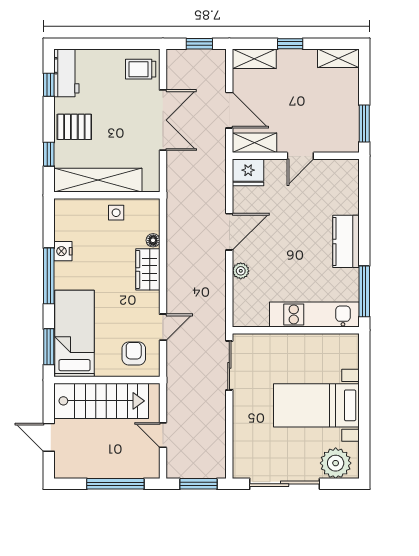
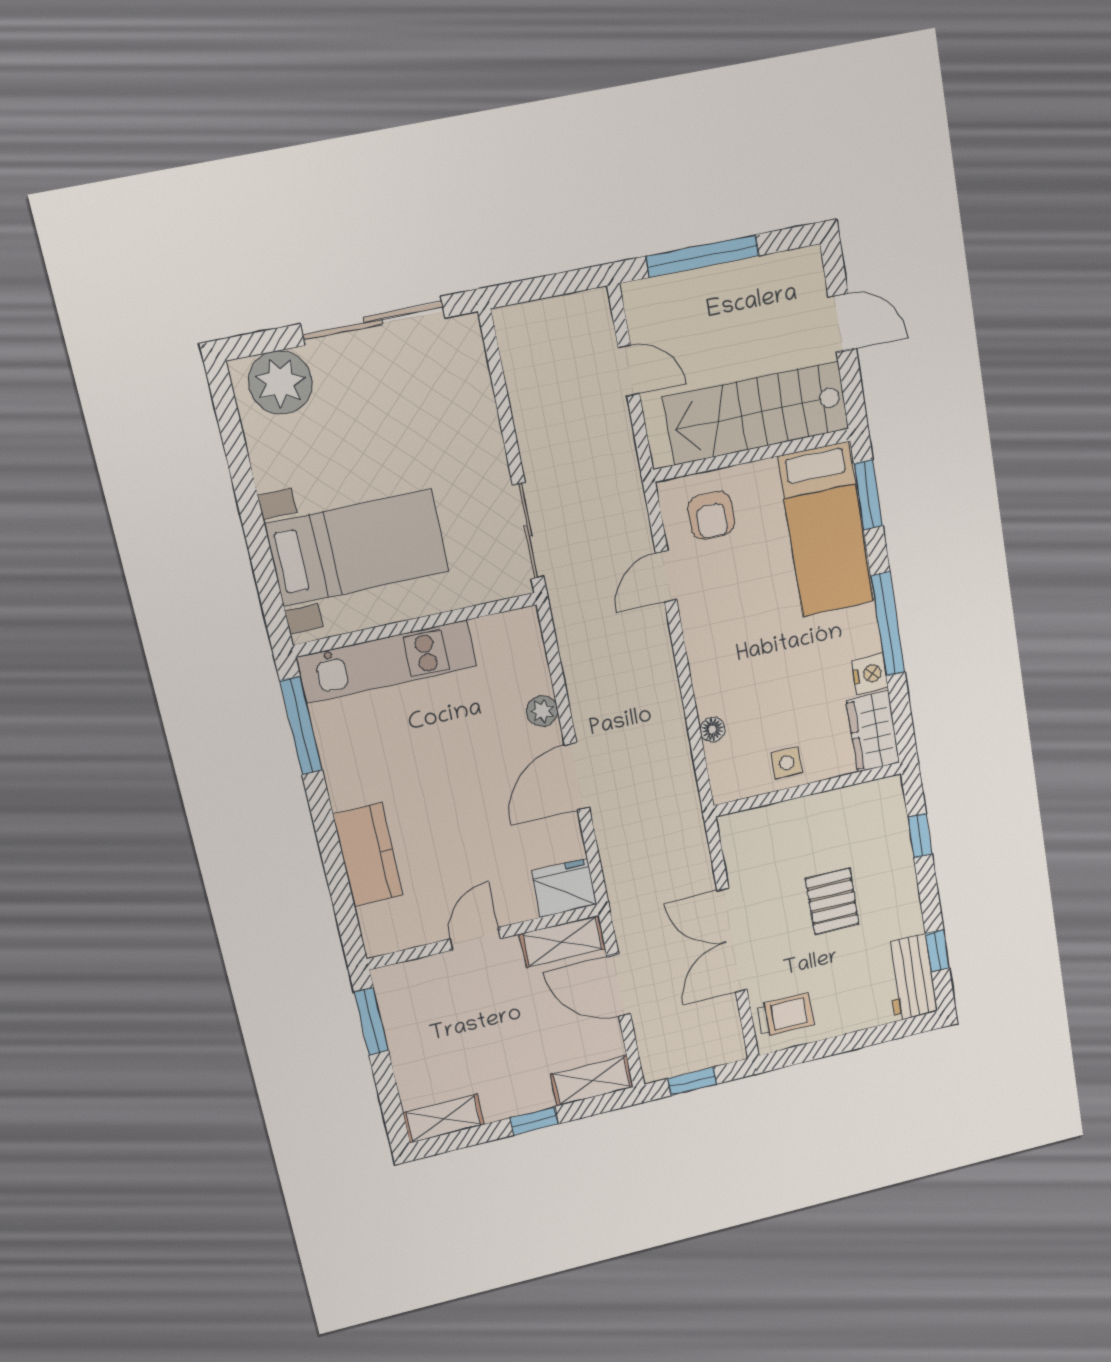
pallet: (74, 127) -> (832, 901), moved, turned 90
shelving: (98, 180) -> (828, 812), removed
kitchen counter: (346, 241) -> (368, 855), moved
wardrobe: (148, 269) -> (873, 731), moved, turned 180
bed with nightstands: (316, 405) -> (357, 548), moved
window: (198, 484) -> (542, 287), removed

